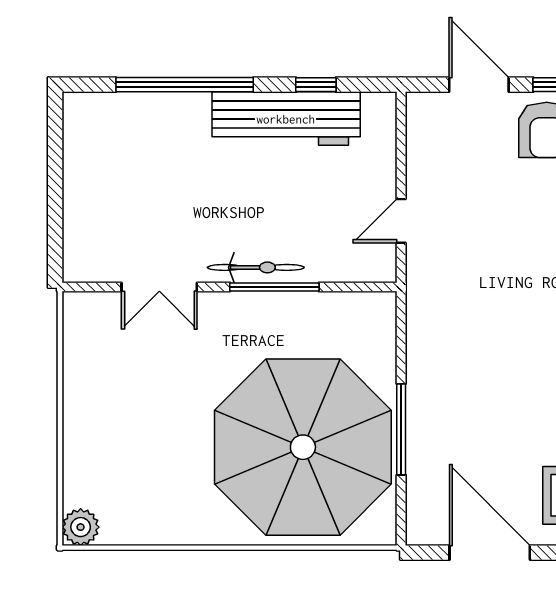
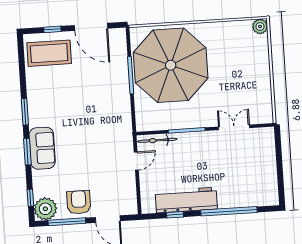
bicycle: (256, 267) -> (157, 140), moved

